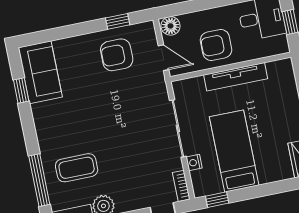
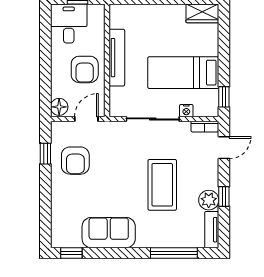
sofa: (40, 72) -> (109, 233), moved
window: (21, 91) -> (71, 253), moved
coffee table: (77, 168) -> (162, 185), moved, width x1.36, depth x1.32

